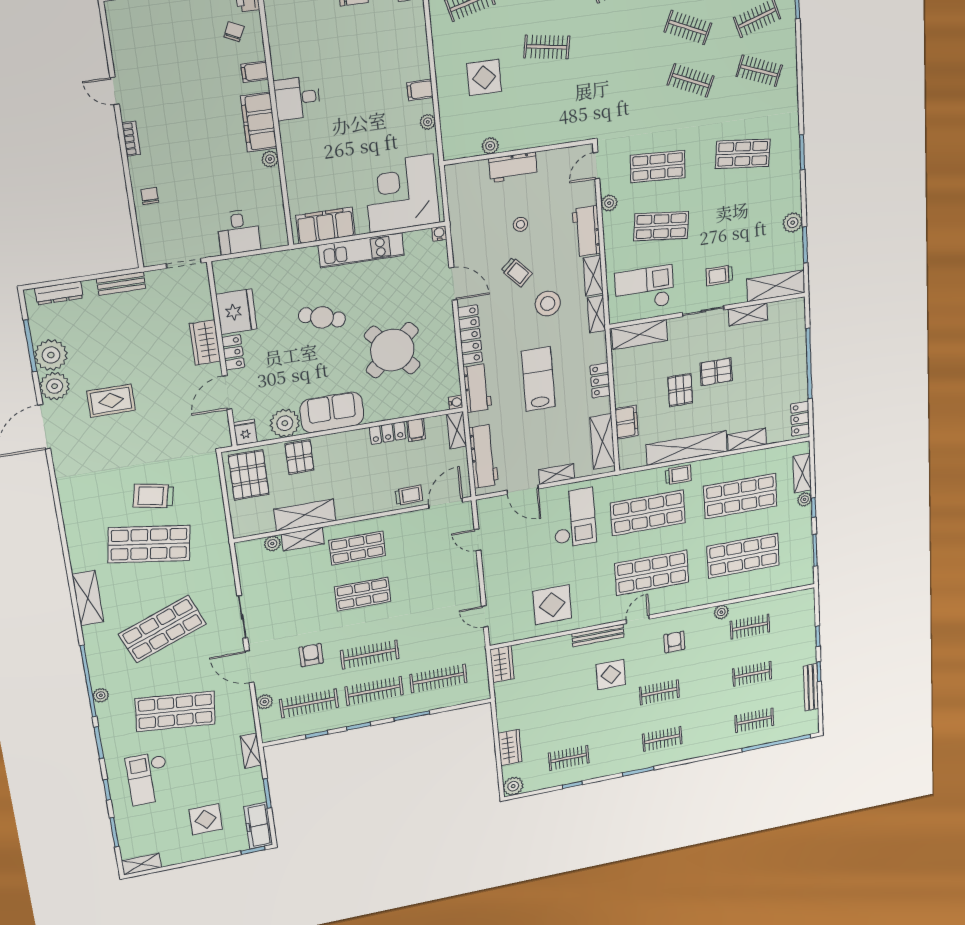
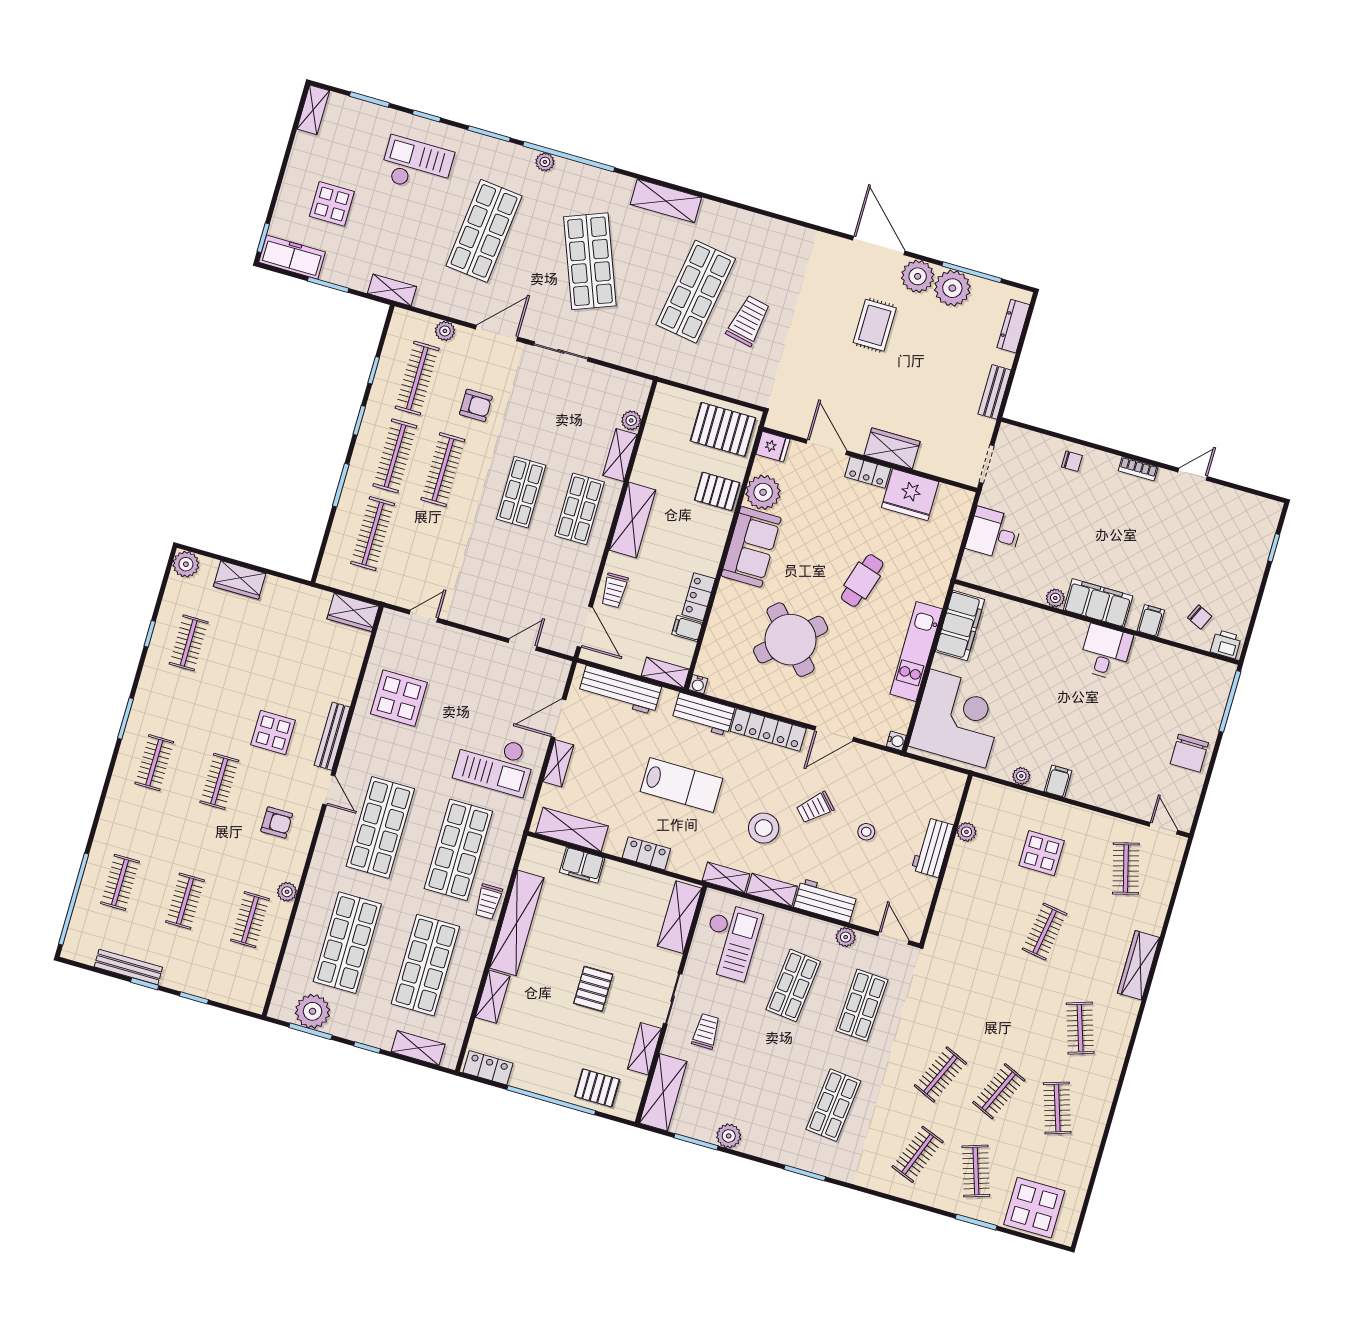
pallet: (680, 390) -> (597, 1088), moved
plant: (805, 499) -> (313, 1011), moved, width x1.87, depth x1.87
shelving: (305, 515) -> (633, 520), moved

